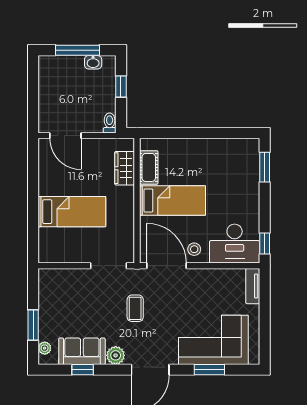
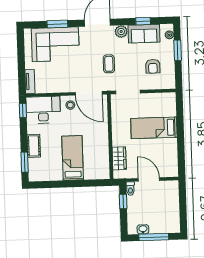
window: (121, 87) -> (123, 201), moved
door: (65, 136) -> (149, 179), moved
cot: (149, 167) -> (34, 146), moved
bed: (172, 201) -> (73, 158), moved, turned 90
armchair: (70, 302) -> (153, 66), added

